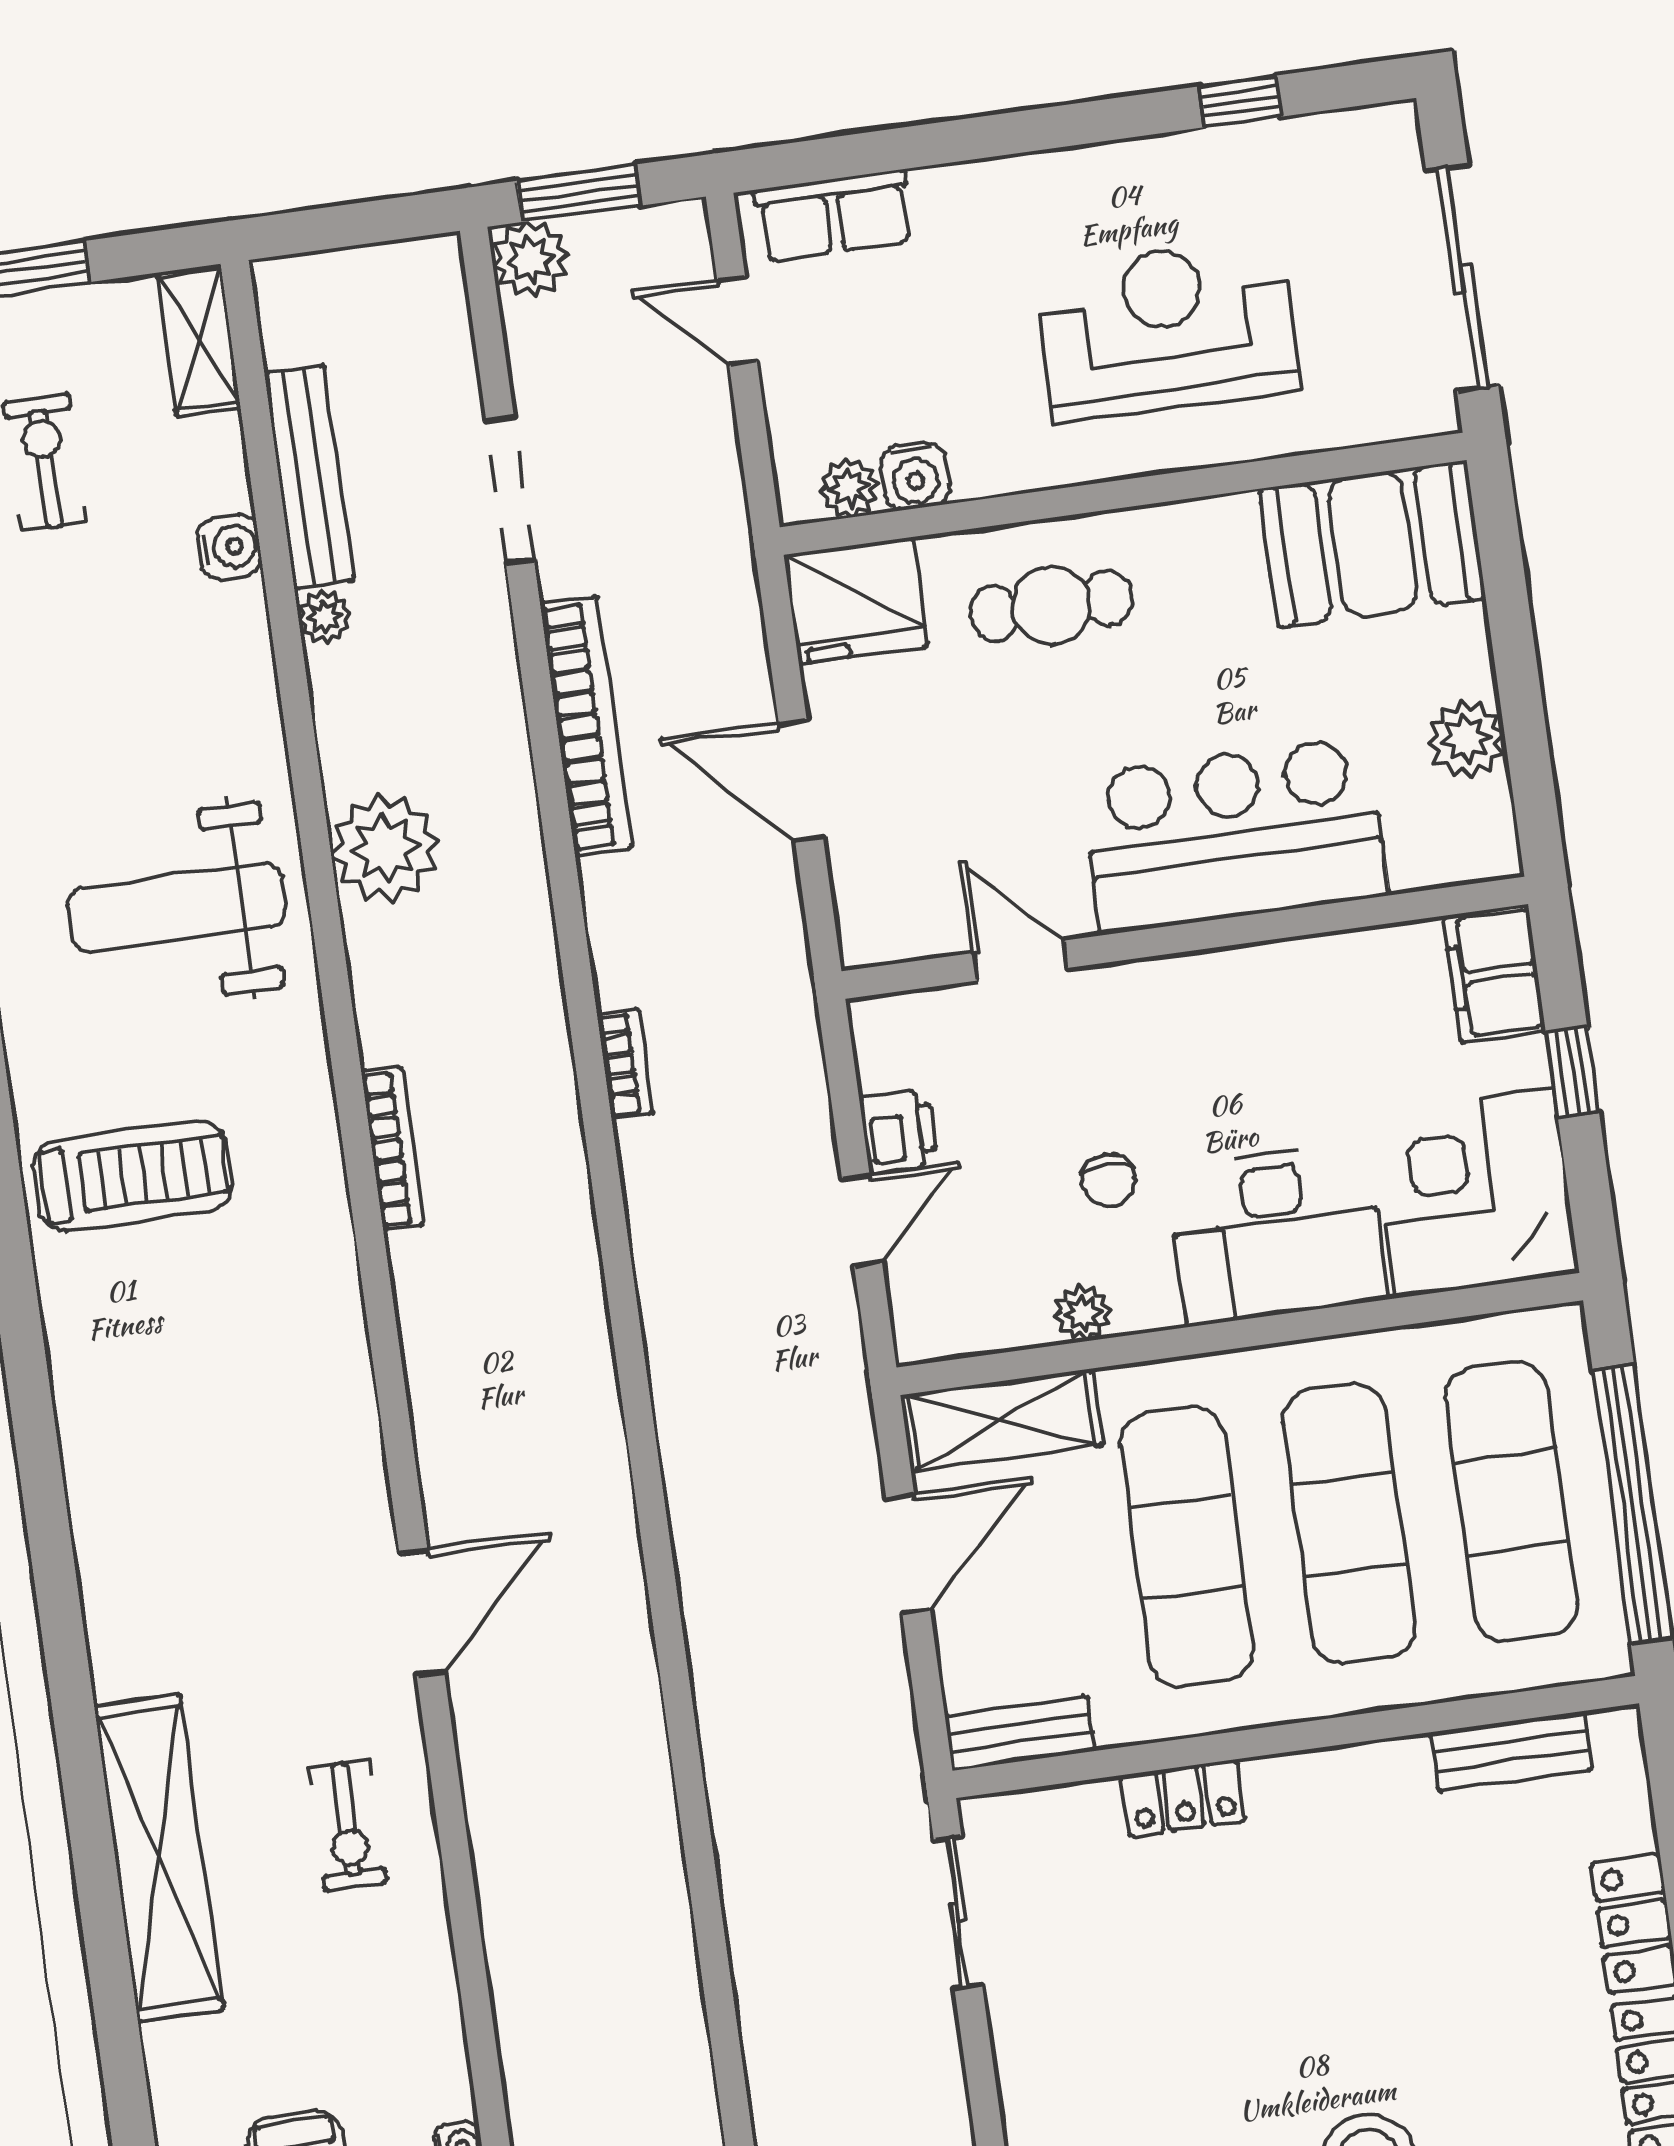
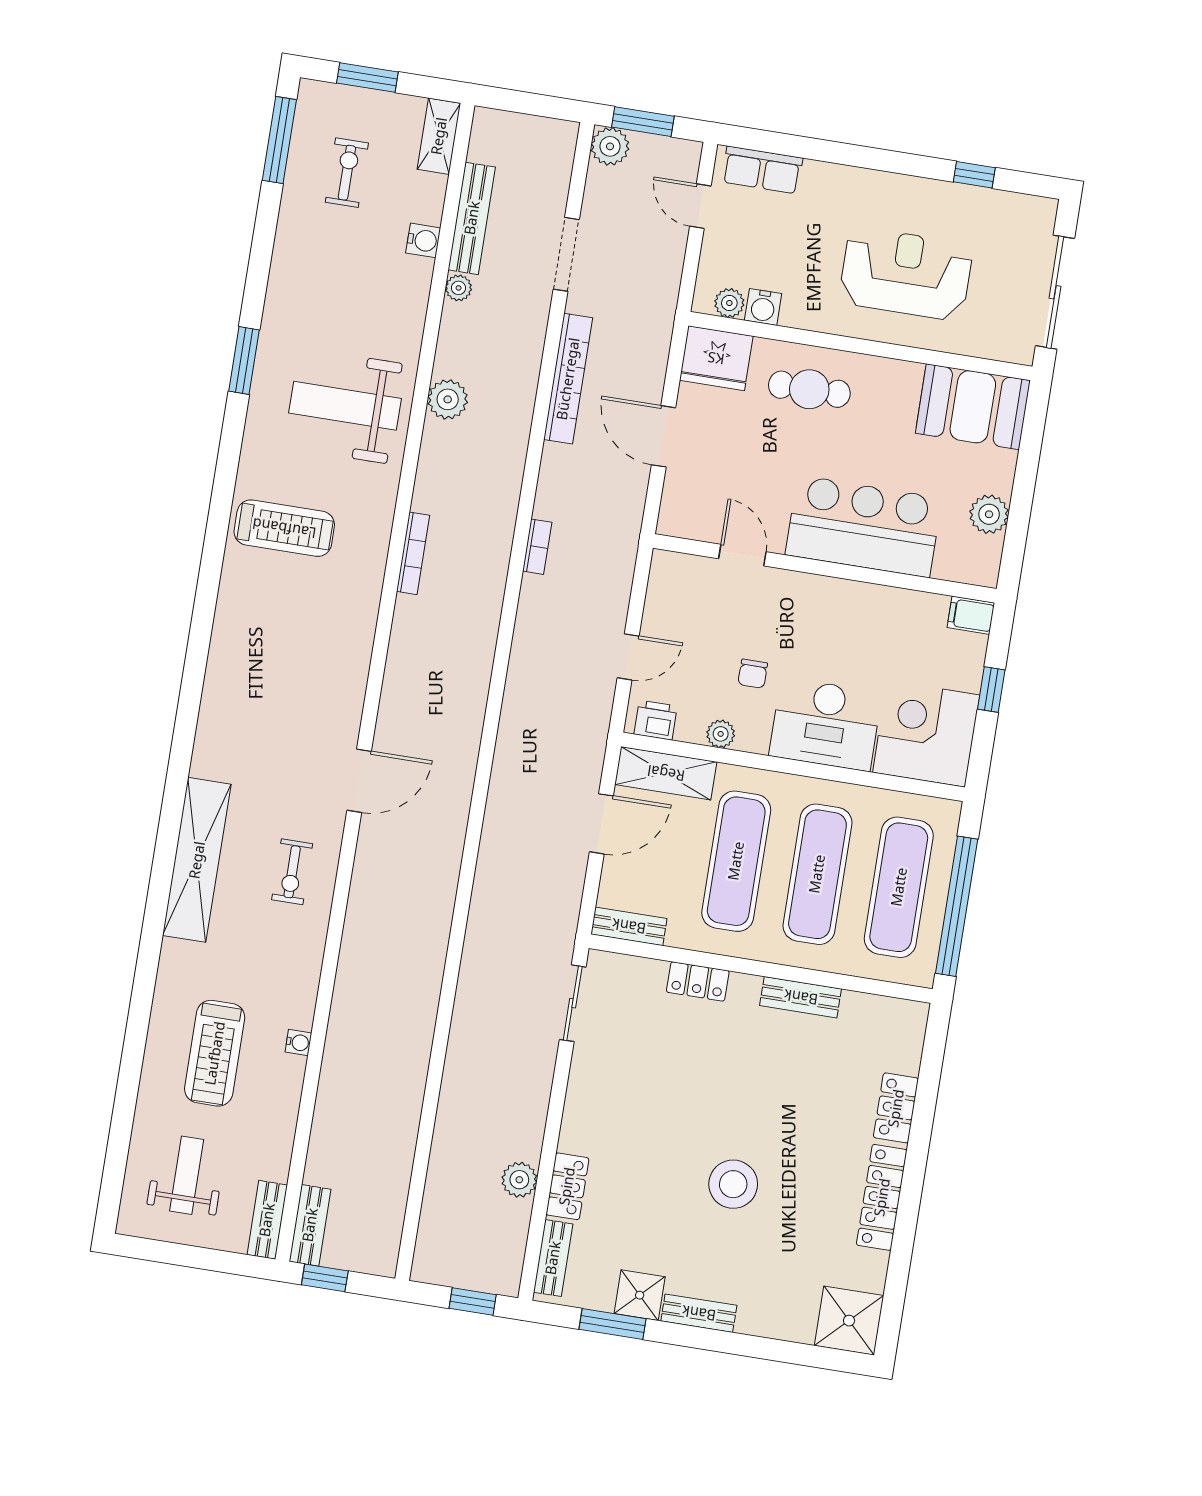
plant: (385, 848) -> (448, 399), width x0.73, depth x0.73
filing cabinet: (1495, 974) -> (971, 615), width x0.50
printer: (899, 1131) -> (656, 720), moved, turned -90
bench: (1511, 1751) -> (801, 997), moved

